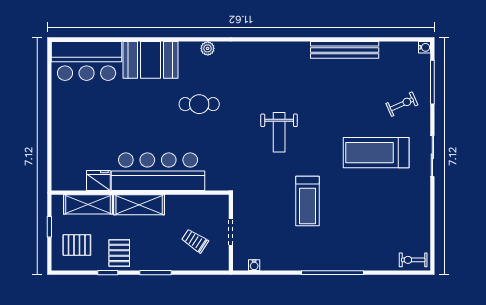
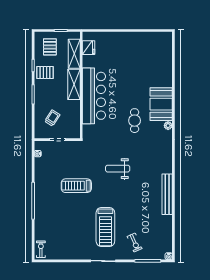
bench: (345, 50) -> (167, 194), moved
booth: (150, 60) -> (161, 104), moved
bar counter: (87, 61) -> (160, 53), removed
treadmill: (376, 153) -> (105, 227), turned 180
fridge: (98, 181) -> (89, 48), moved

